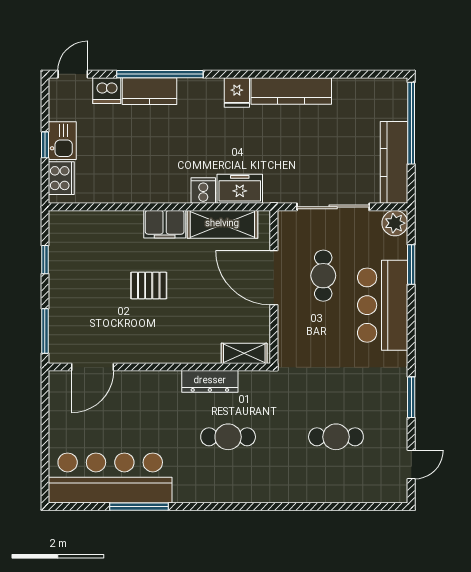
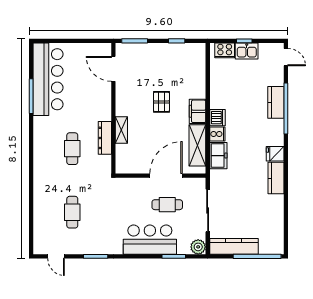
dishwasher: (107, 91) -> (217, 118), moved, turned 180
kitchen counter: (291, 91) -> (276, 178), width x0.67
shelving: (244, 353) -> (121, 130), moved

